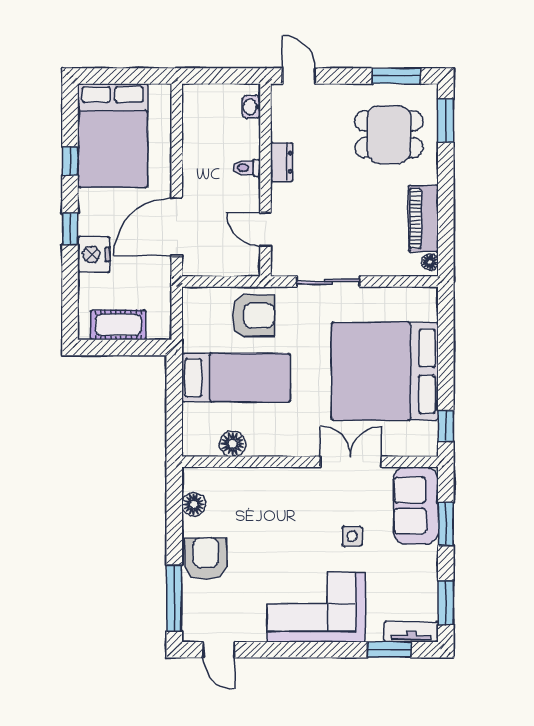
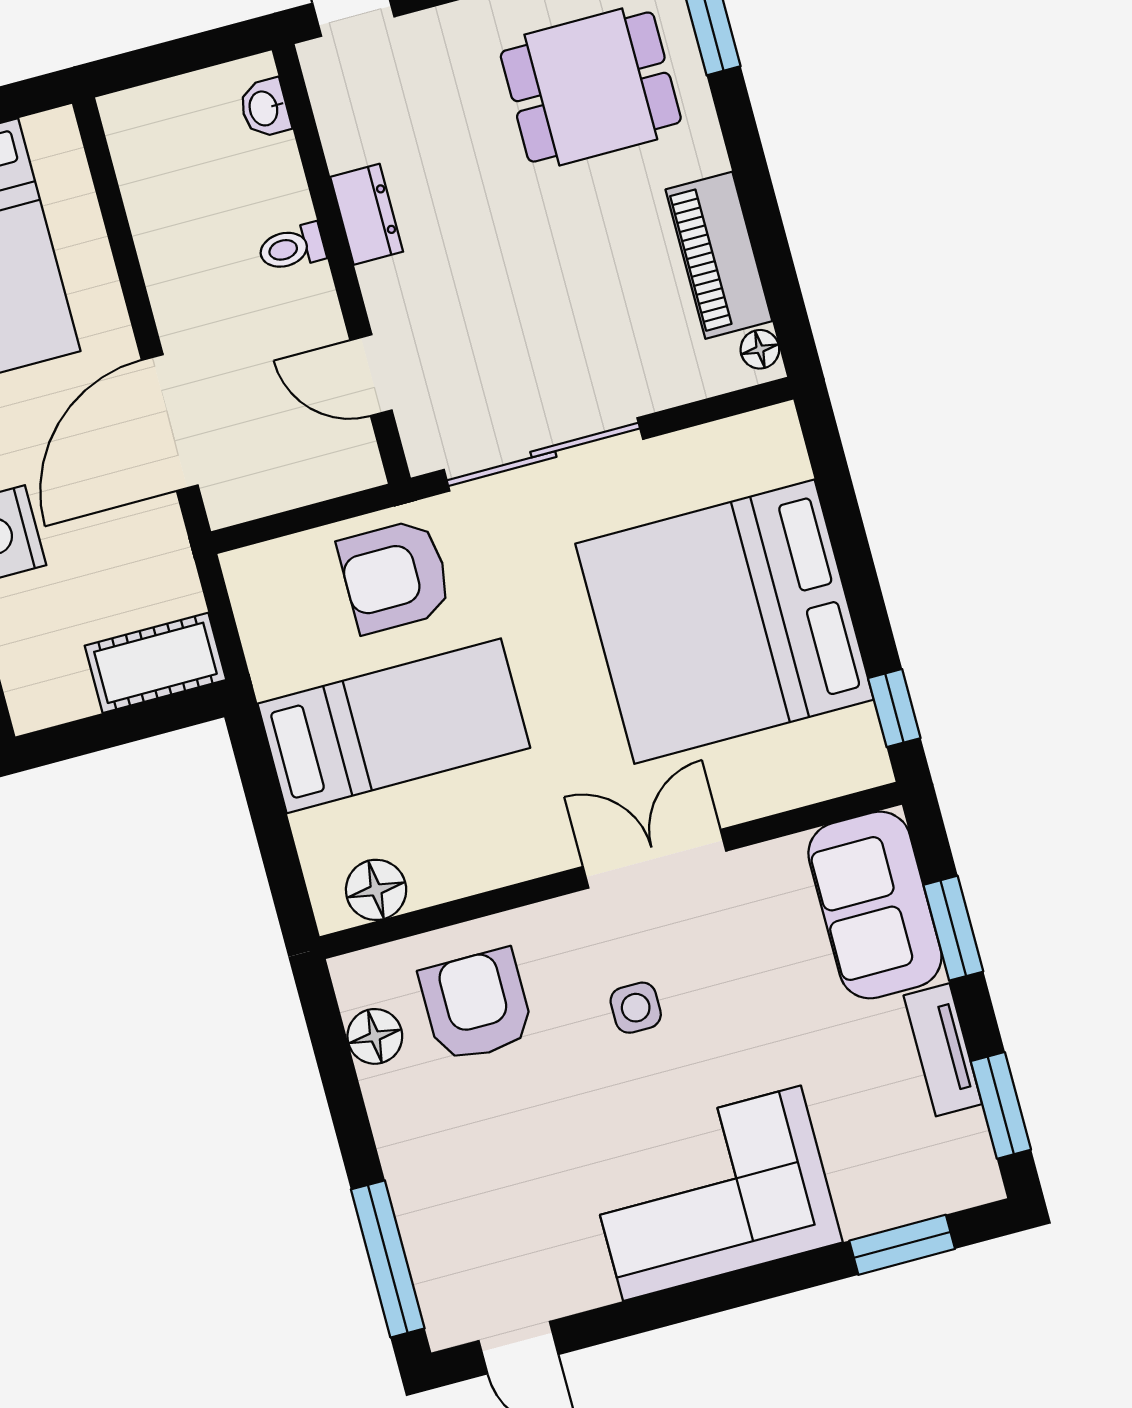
sliding door: (328, 282) -> (543, 454), width x1.37
armchair: (253, 316) -> (395, 576), turned 180
cot: (118, 325) -> (155, 663), moved
floor lamp: (233, 444) -> (376, 890), moved
double door: (351, 462) -> (654, 859), moved
side table: (352, 536) -> (636, 1008), moved
armchair: (206, 559) -> (476, 1005), moved
tv unit: (411, 632) -> (943, 1050), moved, turned -90

